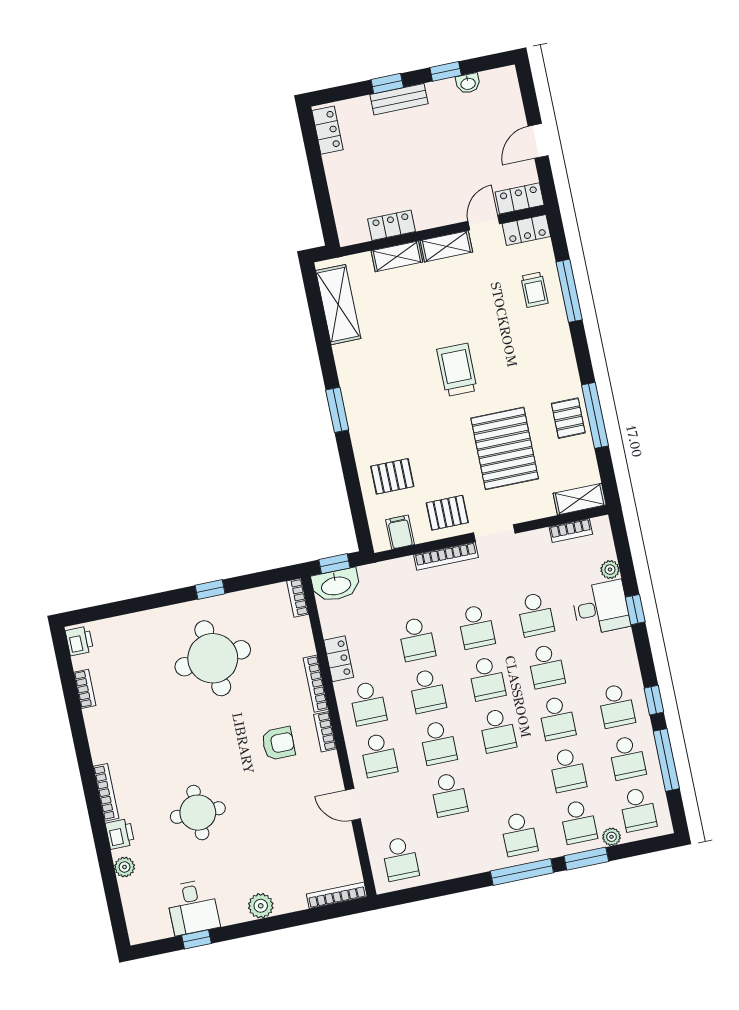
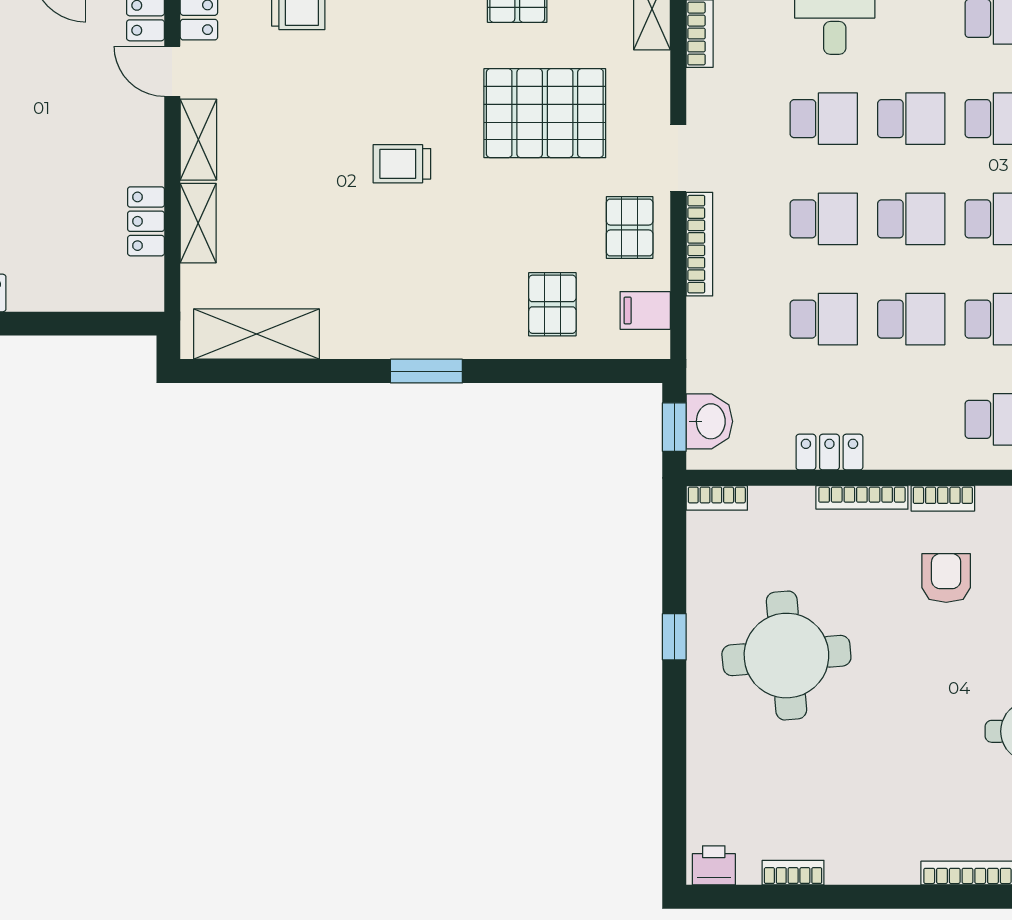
trolley: (457, 370) -> (402, 164), width x0.73, depth x0.72
washbasin: (336, 585) -> (709, 421), width x0.72
school desk: (368, 703) -> (911, 419), removed

